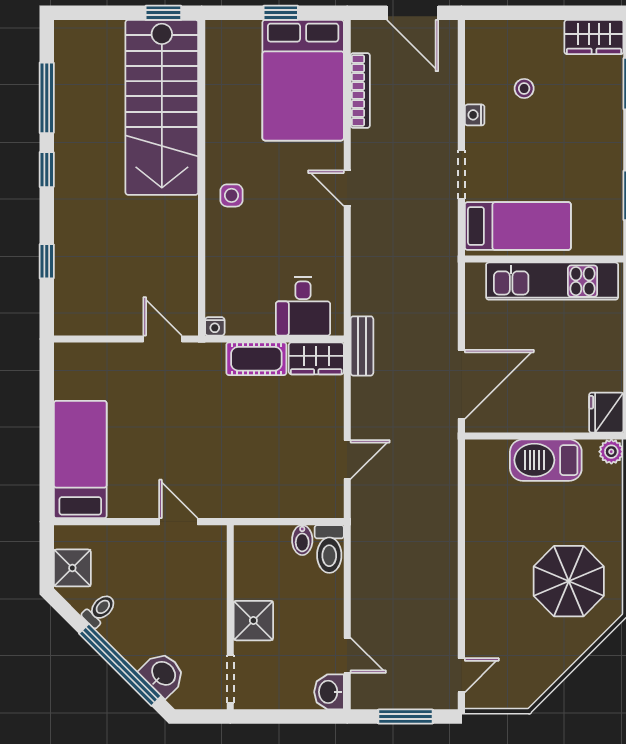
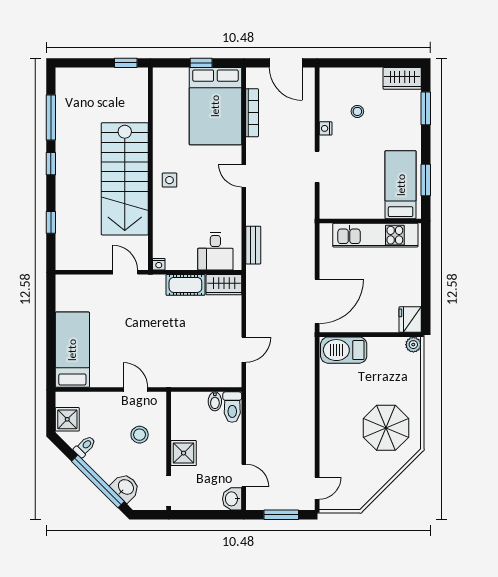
stairs: (162, 107) -> (125, 179), moved
bed: (518, 226) -> (401, 185), moved, turned -90
bench: (362, 346) -> (253, 245), moved
barbecue: (546, 460) -> (344, 350), moved
stool: (185, 592) -> (140, 435), added

